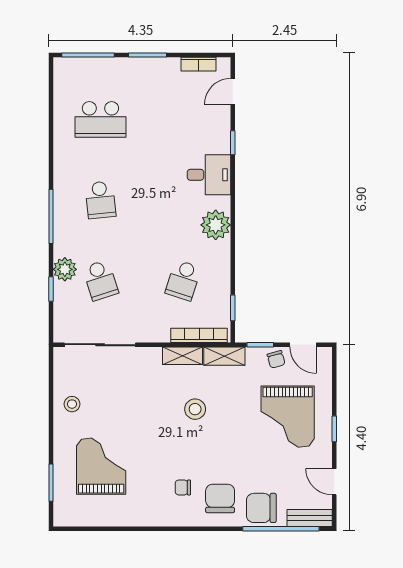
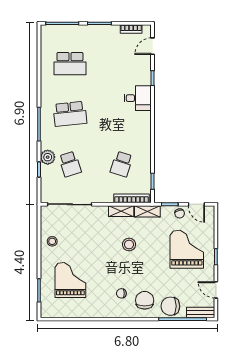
school desk: (100, 200) -> (70, 114), width x1.85
plant: (216, 225) -> (142, 129), removed
grand piano: (288, 417) -> (187, 249), turned 180

